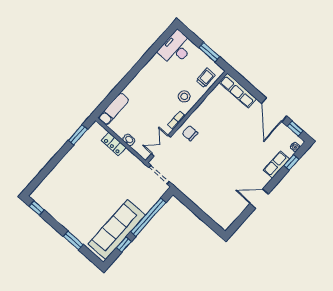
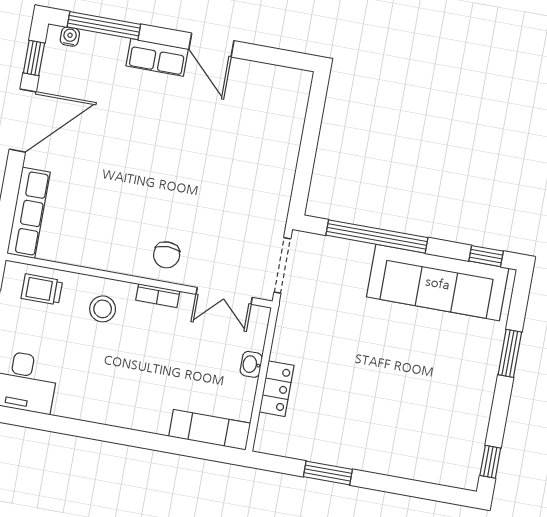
window: (78, 135) -> (328, 473), moved
window: (291, 162) -> (104, 26), width x2.17
row of seats: (276, 165) -> (157, 57), moved
window: (124, 245) -> (486, 256), moved

